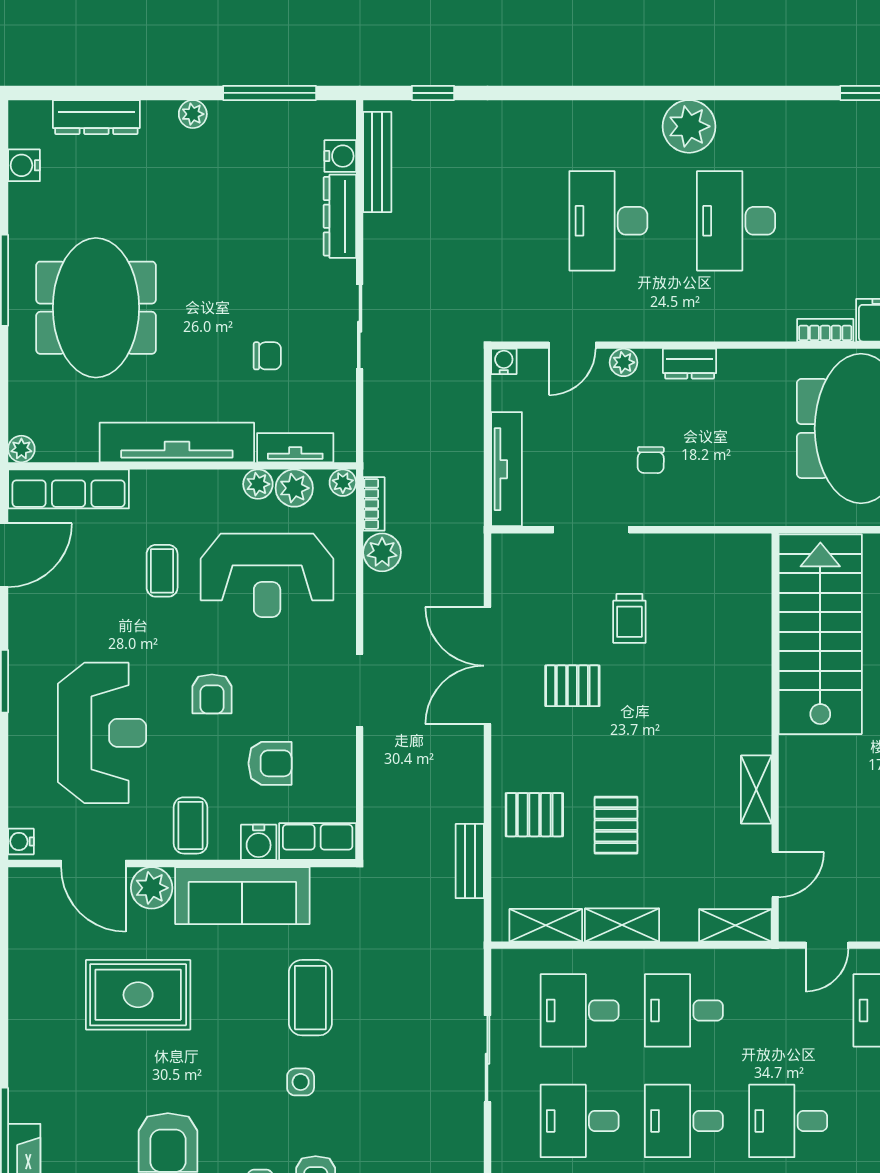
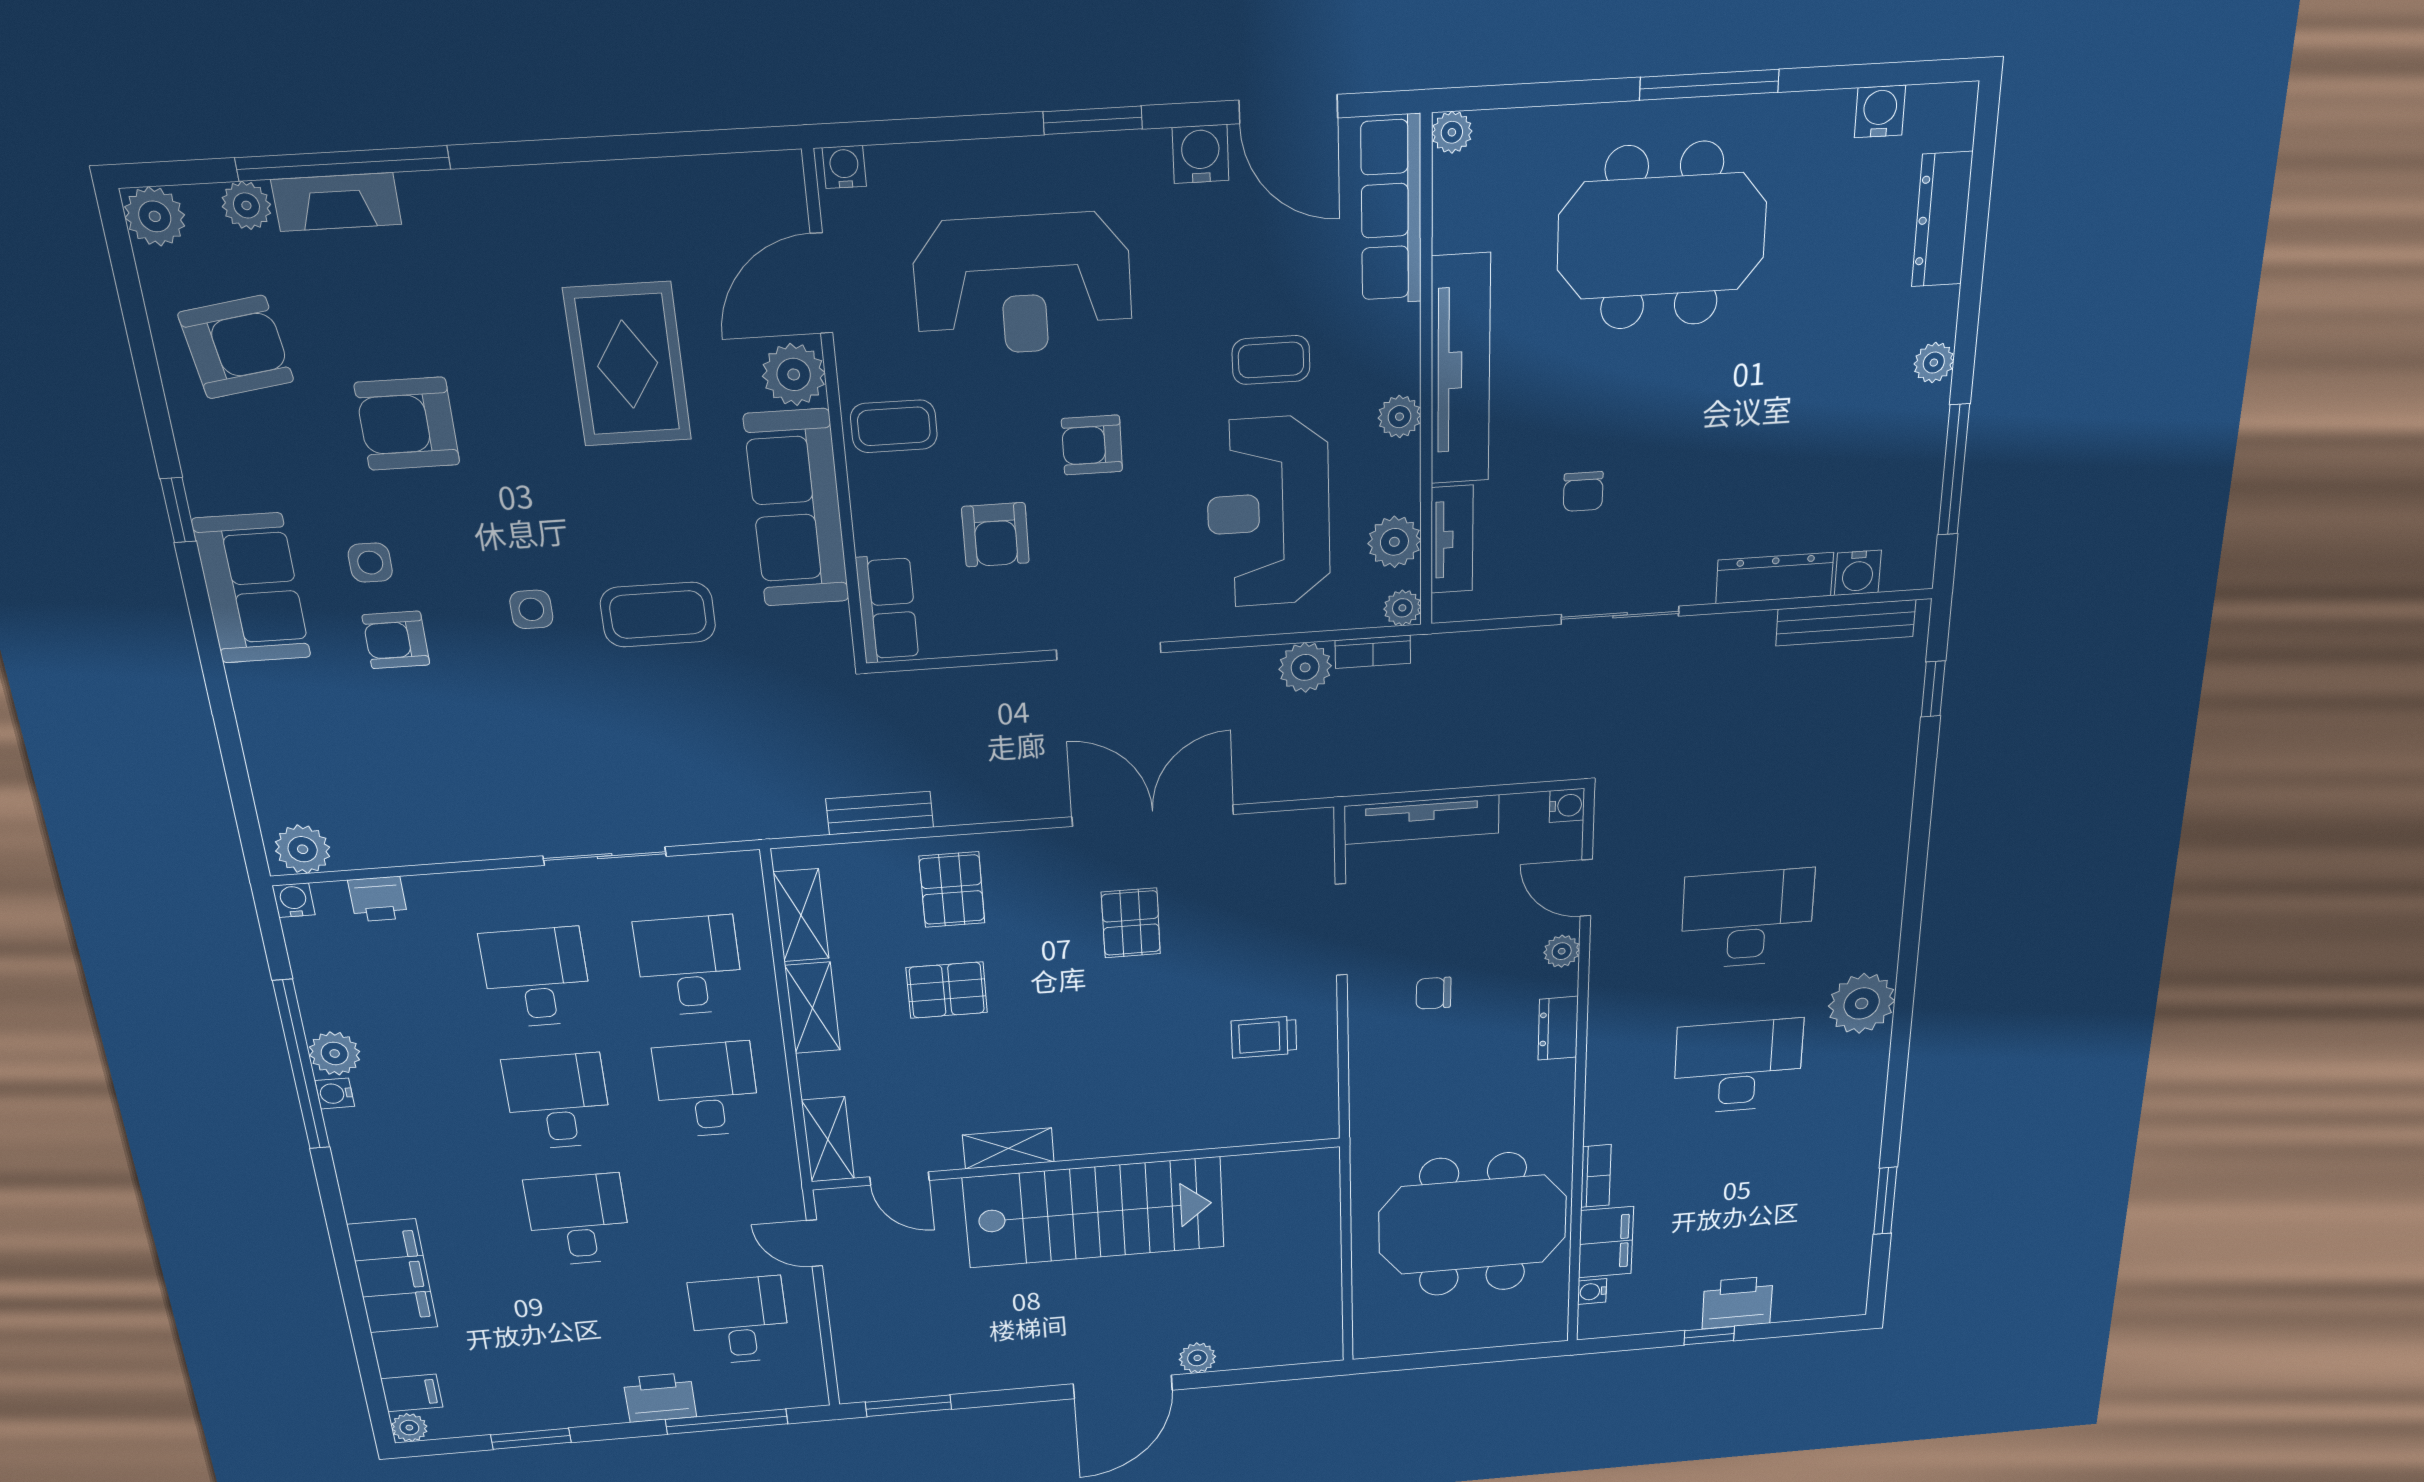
plant: (258, 484) -> (1399, 417), moved
trolley: (629, 618) -> (1264, 1037), moved
stairs: (820, 634) -> (1094, 1212), moved
water cooler: (259, 842) -> (1201, 154), moved, turned 90

